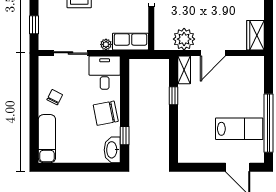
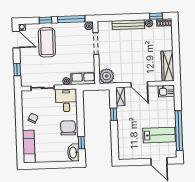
wardrobe: (255, 35) -> (168, 66), width x1.50
plant: (184, 39) -> (107, 76), moved
door: (213, 53) -> (139, 84), hinge flipped
kitchen sink: (252, 65) -> (166, 91), added
chair: (106, 113) -> (68, 128), turned 101

